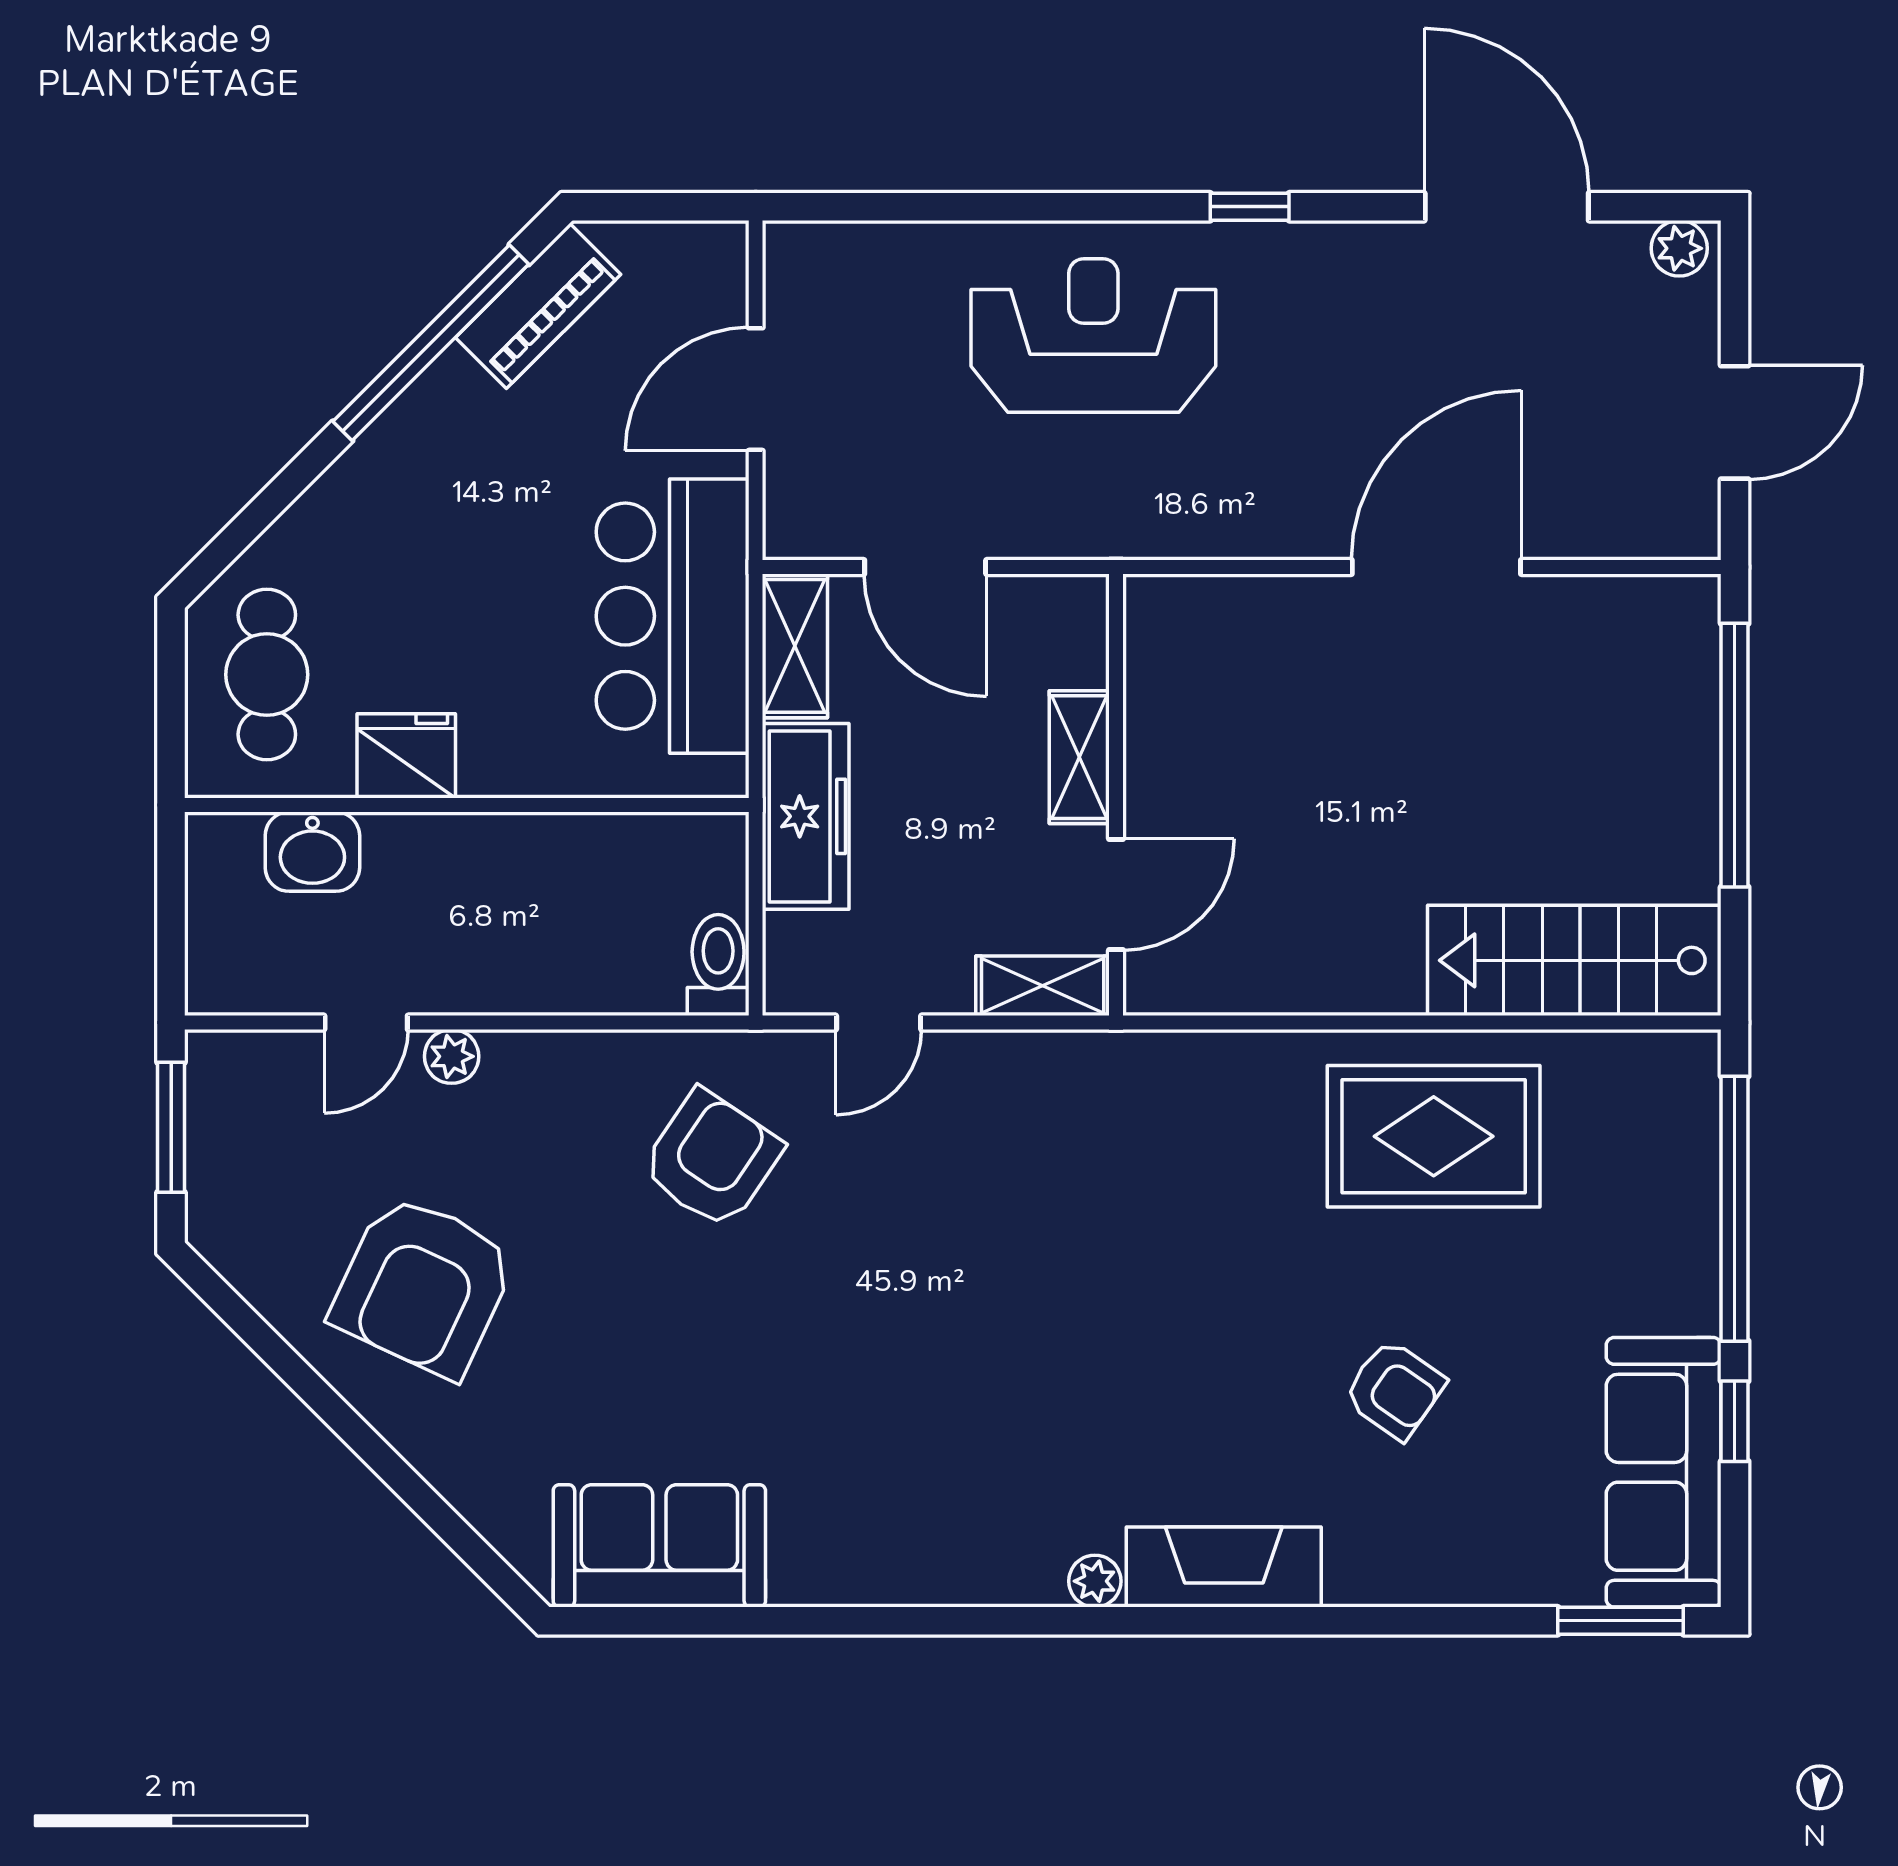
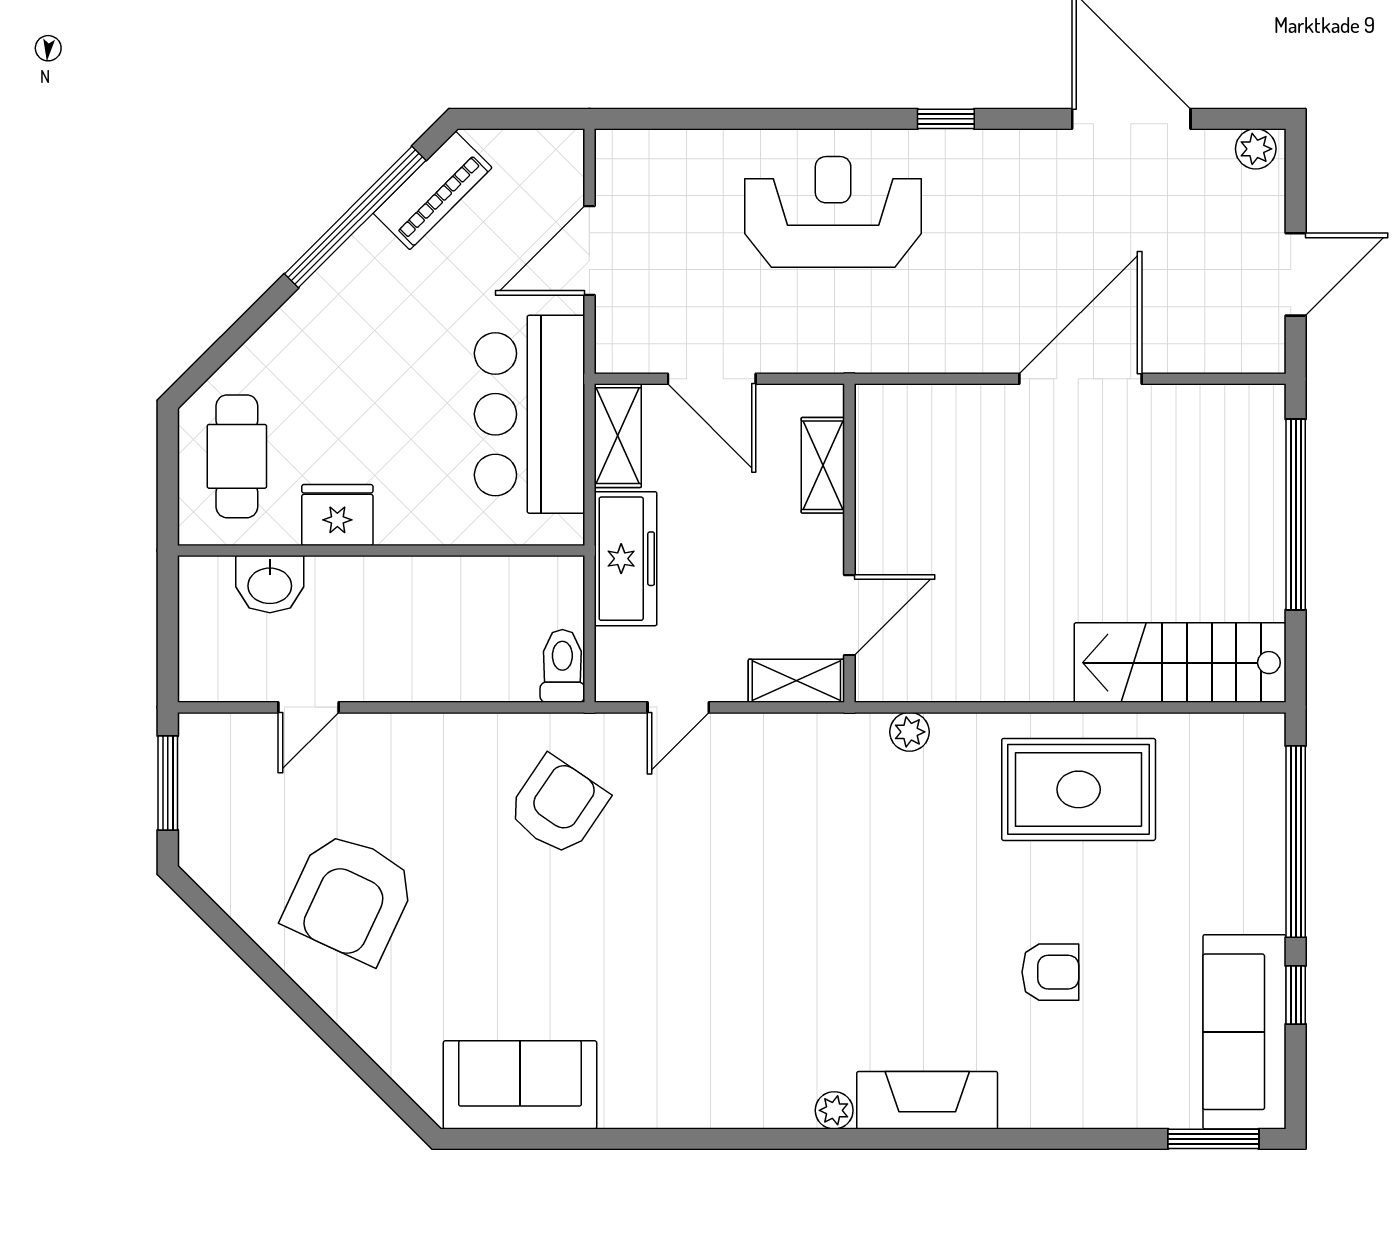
shelving: (1079, 757) -> (823, 465), moved
plant: (452, 1056) -> (909, 732), moved
armchair: (1394, 1390) -> (1050, 972), turned -35

